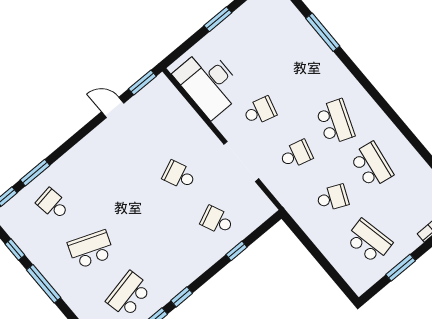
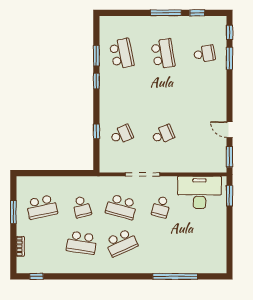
window: (218, 19) -> (229, 196), moved
window: (323, 32) -> (175, 276), width x1.46
door: (113, 107) -> (229, 130), swing flipped
school desk: (335, 122) -> (121, 243), turned -45
school desk: (296, 155) -> (121, 207), width x1.85
school desk: (332, 198) -> (82, 207), turned -39
school desk: (91, 249) -> (163, 54), turned -30

